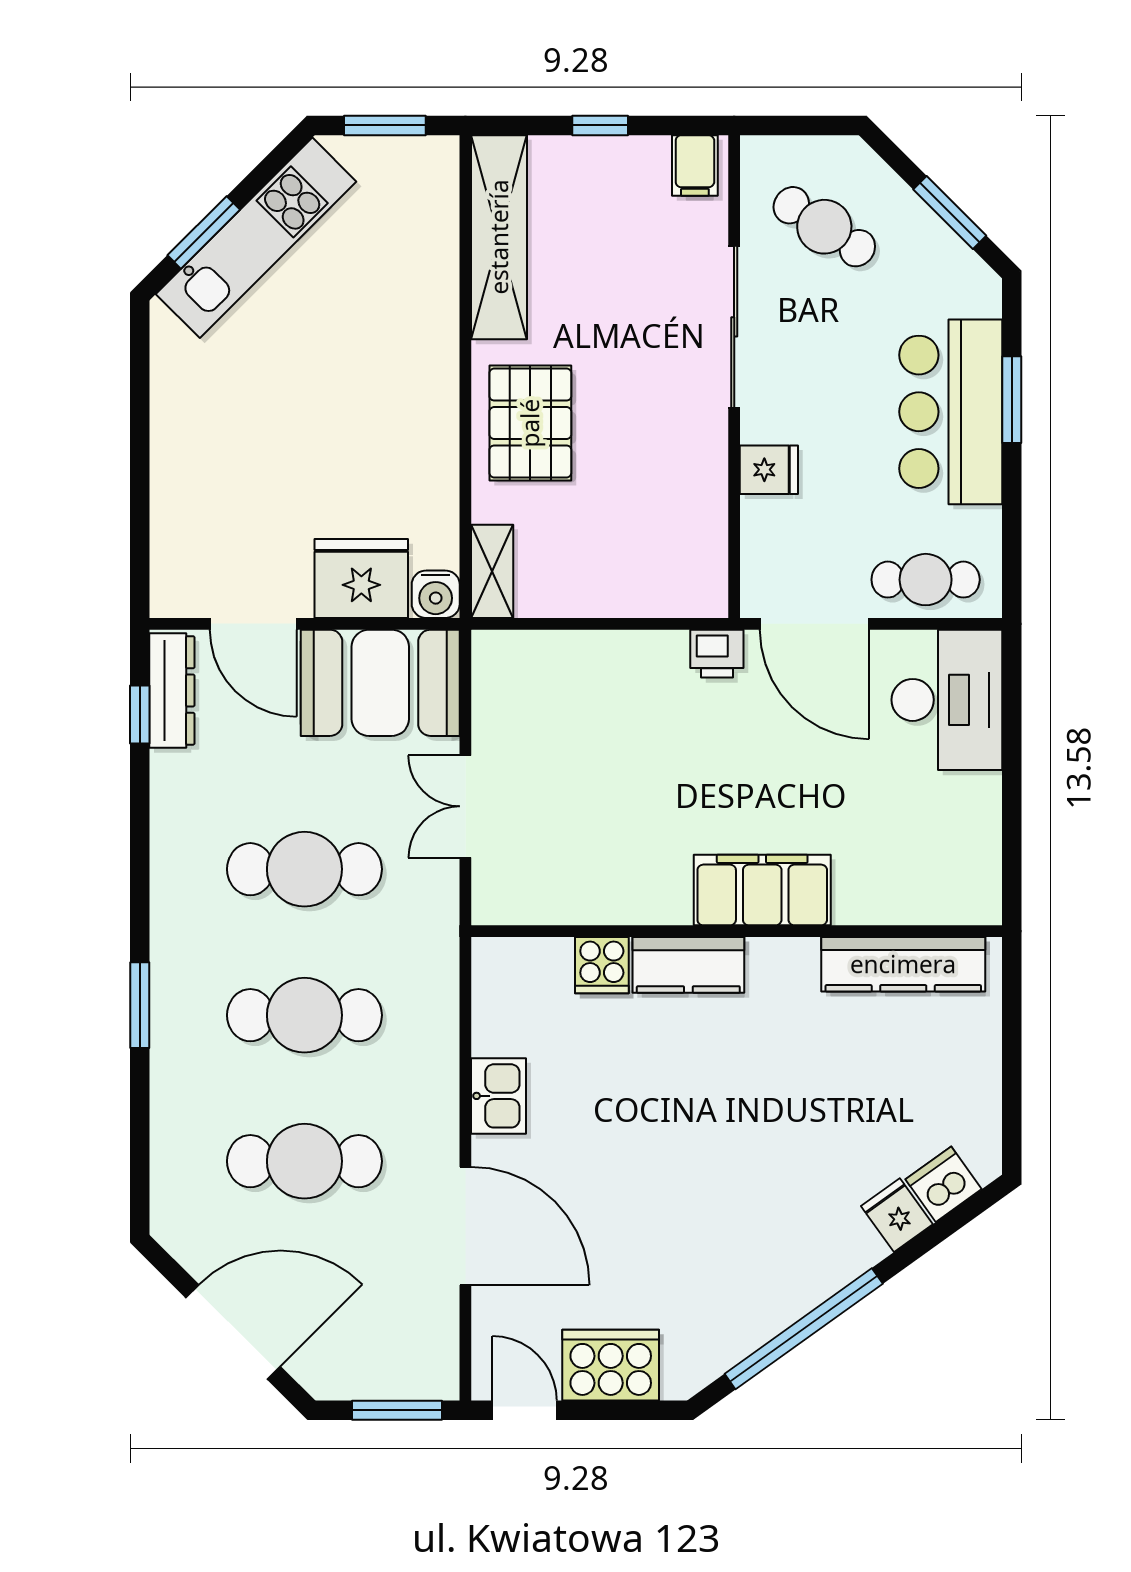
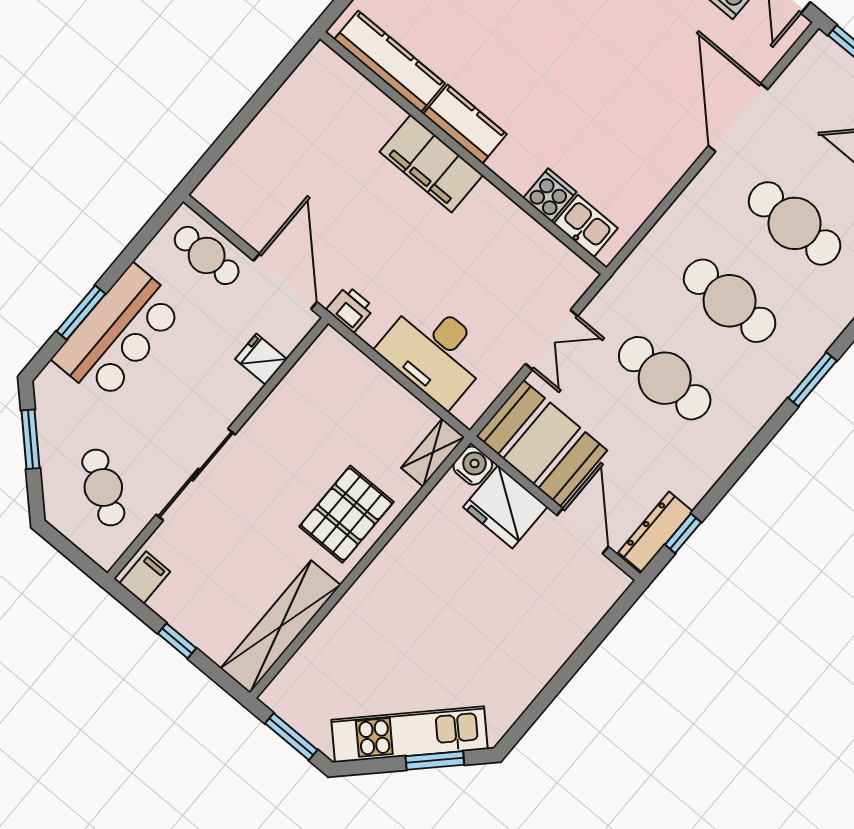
fridge: (769, 470) -> (261, 359), moved
desk: (947, 700) -> (435, 352), moved, turned -90
kitchen counter: (688, 965) -> (465, 124), moved
kitchen sink: (499, 1096) -> (586, 226), moved, turned 90

